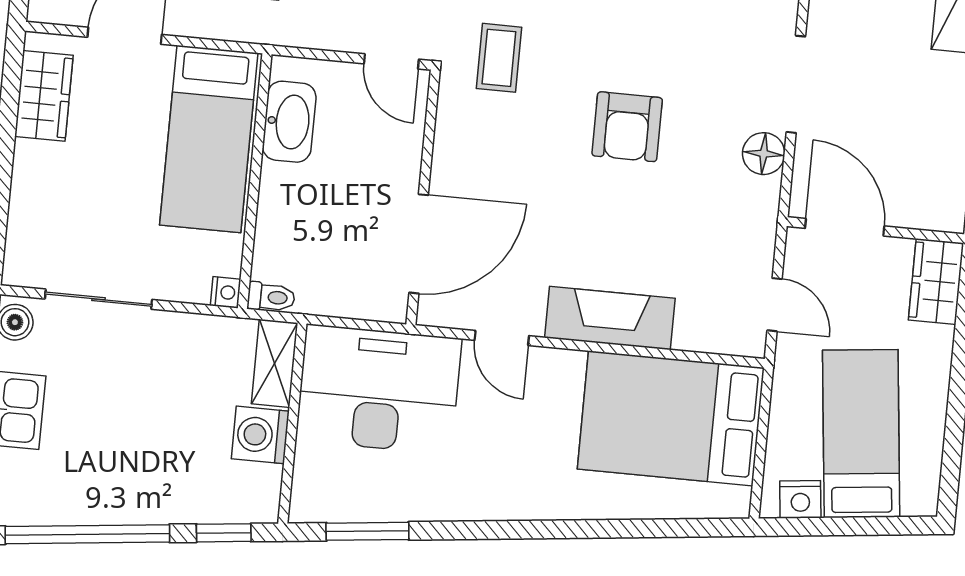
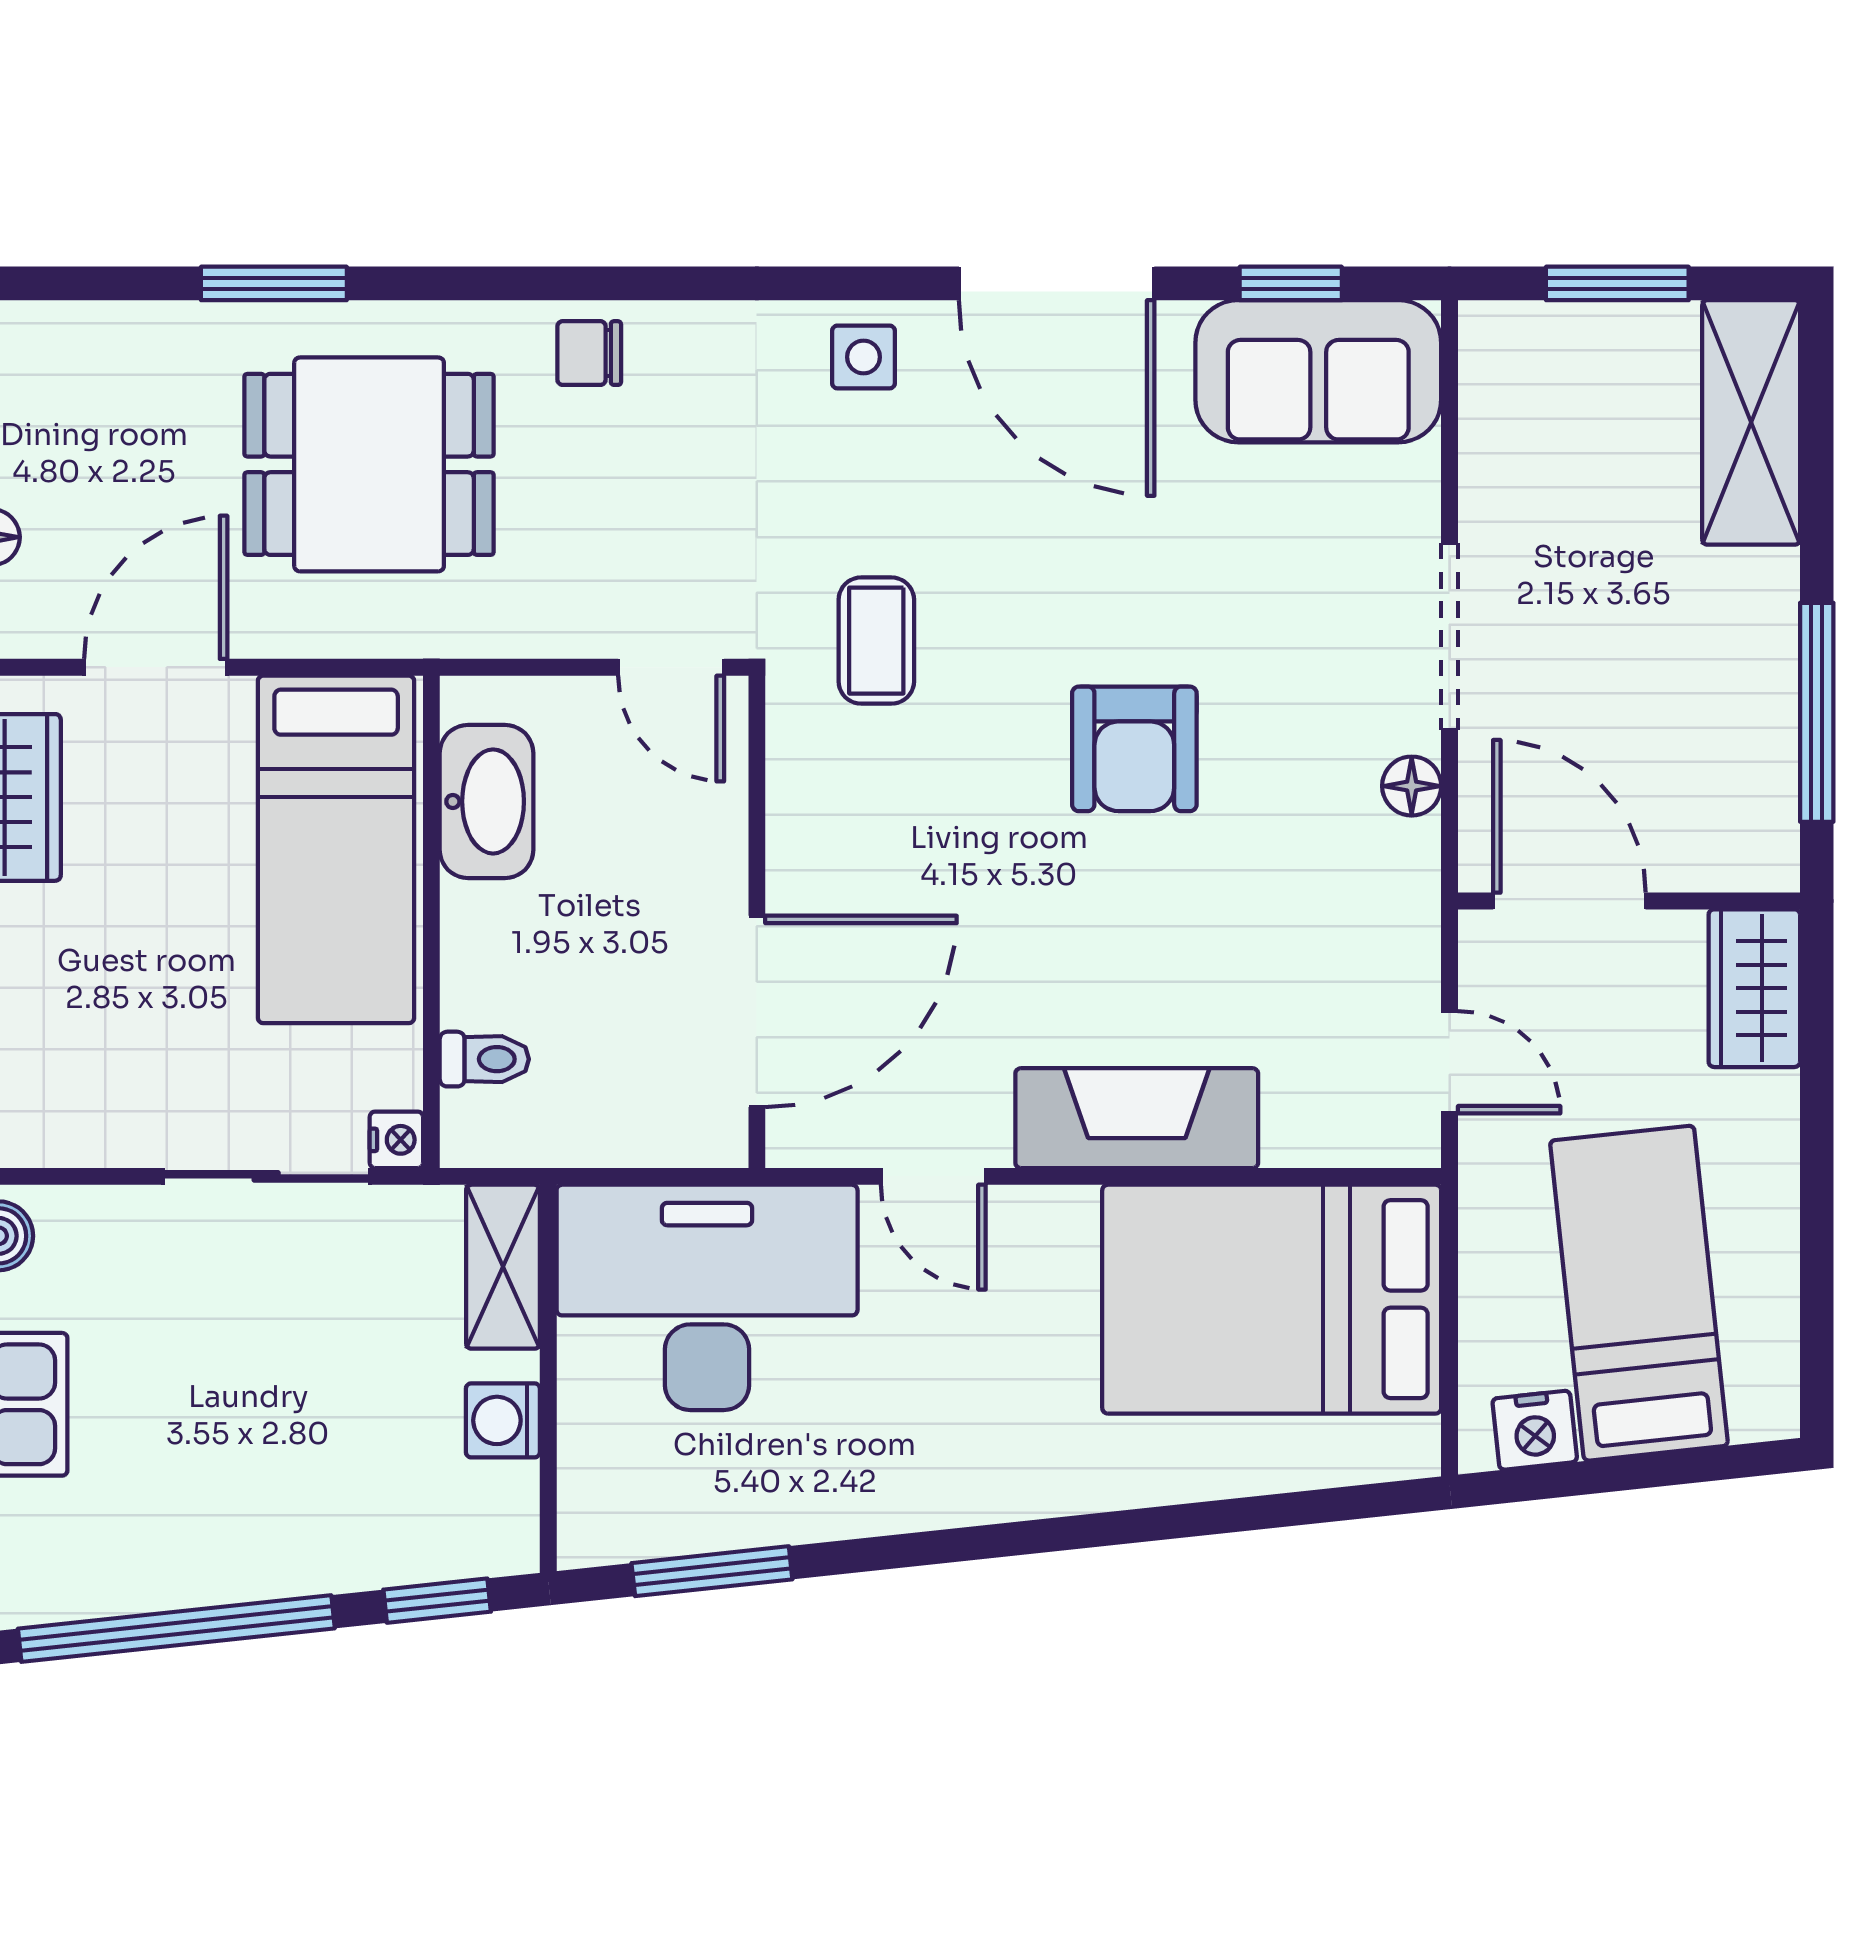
floor lamp: (764, 154) -> (1412, 786), width x0.73, depth x0.73
toilet: (271, 297) -> (484, 1059), moved
sliding door: (98, 299) -> (266, 1176), moved
washing machine: (260, 435) -> (503, 1420), width x0.73, depth x0.73

